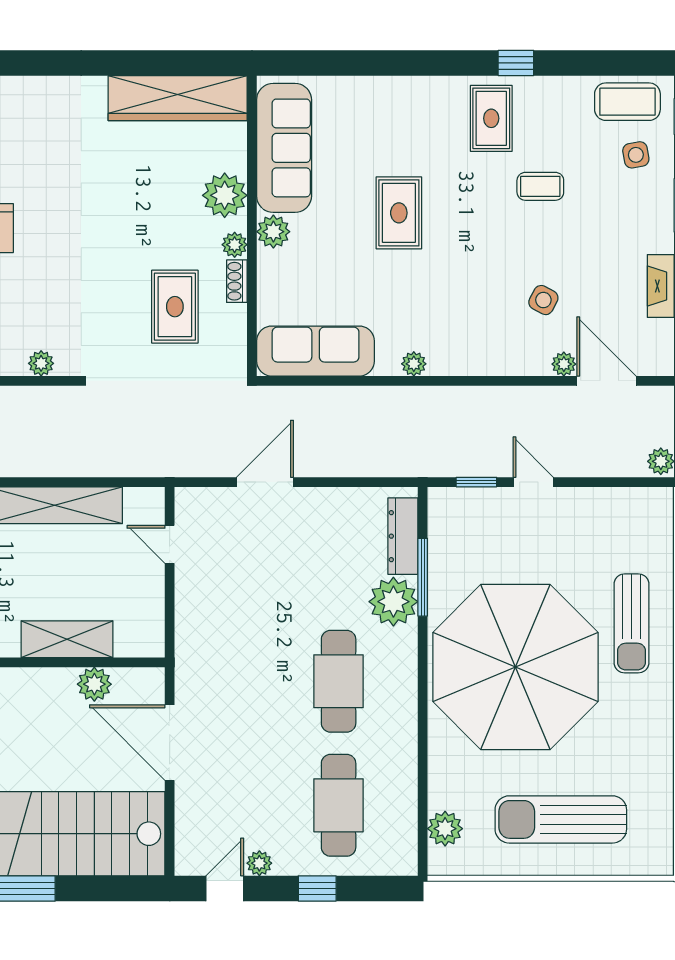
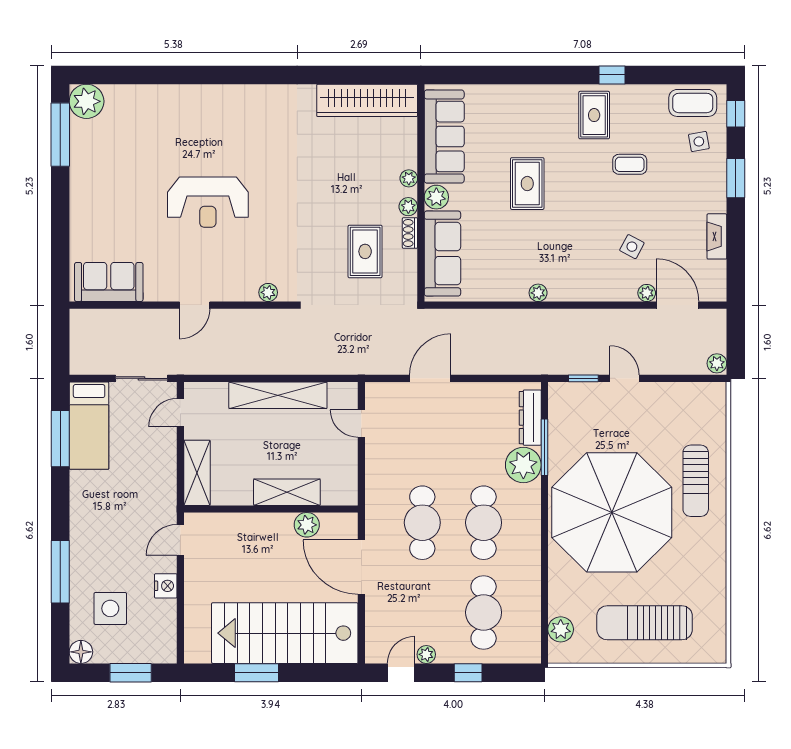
plant: (225, 195) -> (409, 178), width x0.53, depth x0.53
sofa: (316, 351) -> (442, 254), moved, turned 90
cafe table: (254, 681) -> (422, 523), added

